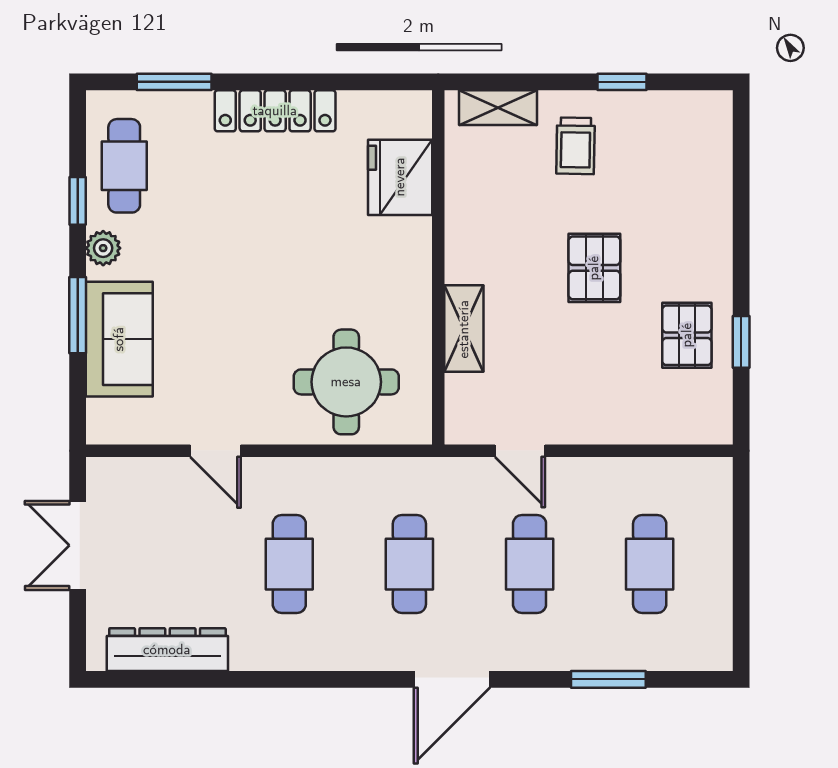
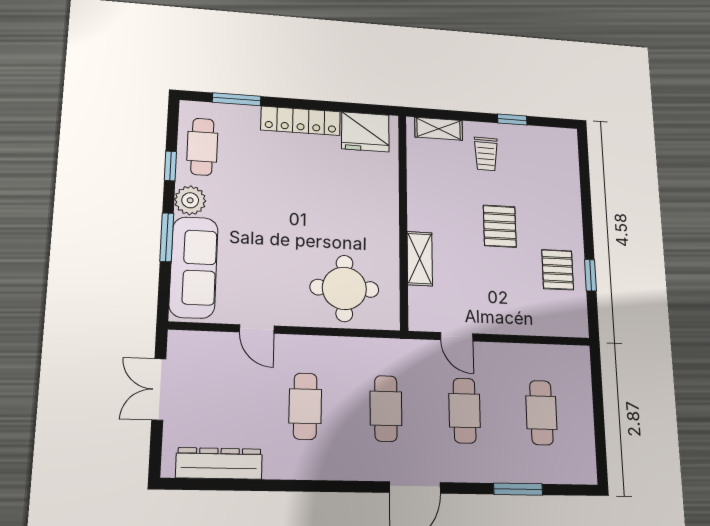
fridge: (400, 177) -> (365, 132), moved, turned -90
plant: (103, 248) -> (190, 200), width x1.38, depth x1.38
sofa: (119, 339) -> (194, 267), width x1.36

